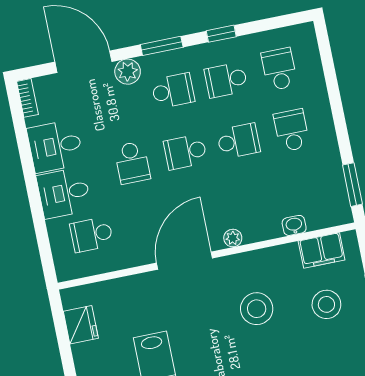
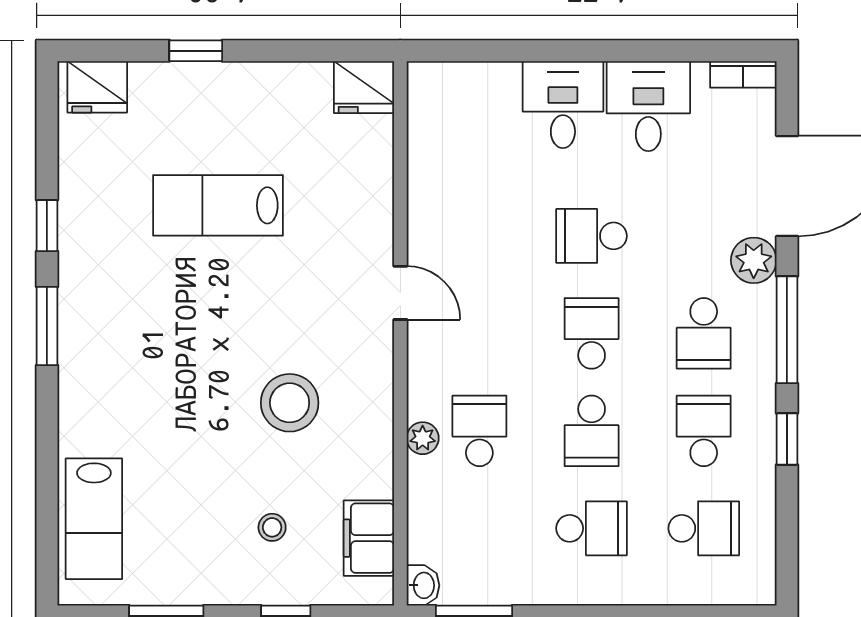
window: (162, 46) -> (787, 330), width x1.44
washbasin: (294, 225) -> (423, 585), moved
school desk: (92, 235) -> (479, 431), moved
plant: (233, 238) -> (423, 438), moved
door: (185, 261) -> (400, 293), width x0.53
stool: (326, 304) -> (272, 527), width x0.53, depth x0.53
fridge: (81, 325) -> (364, 87), moved

